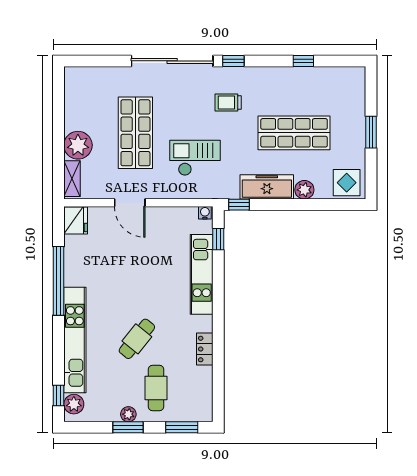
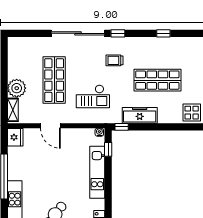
checkout: (195, 158) -> (93, 96), turned 180
plant: (304, 190) -> (164, 117), removed

